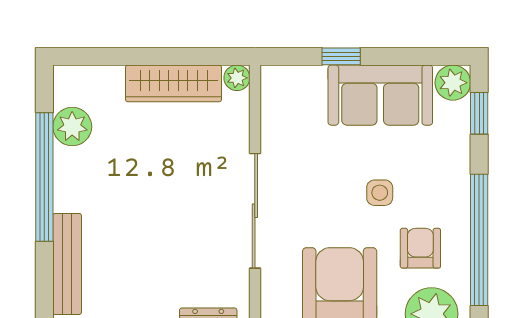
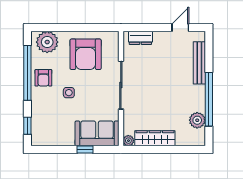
plant: (453, 83) -> (38, 139), removed
sofa: (380, 95) -> (97, 133), moved
armchair: (420, 248) -> (43, 78), moved

